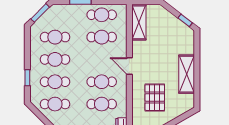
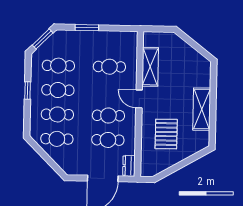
cafe table: (102, 15) -> (110, 42), removed
window: (185, 20) -> (201, 50), removed
shelving: (139, 22) -> (150, 67), moved
window: (27, 78) -> (28, 90), moved

